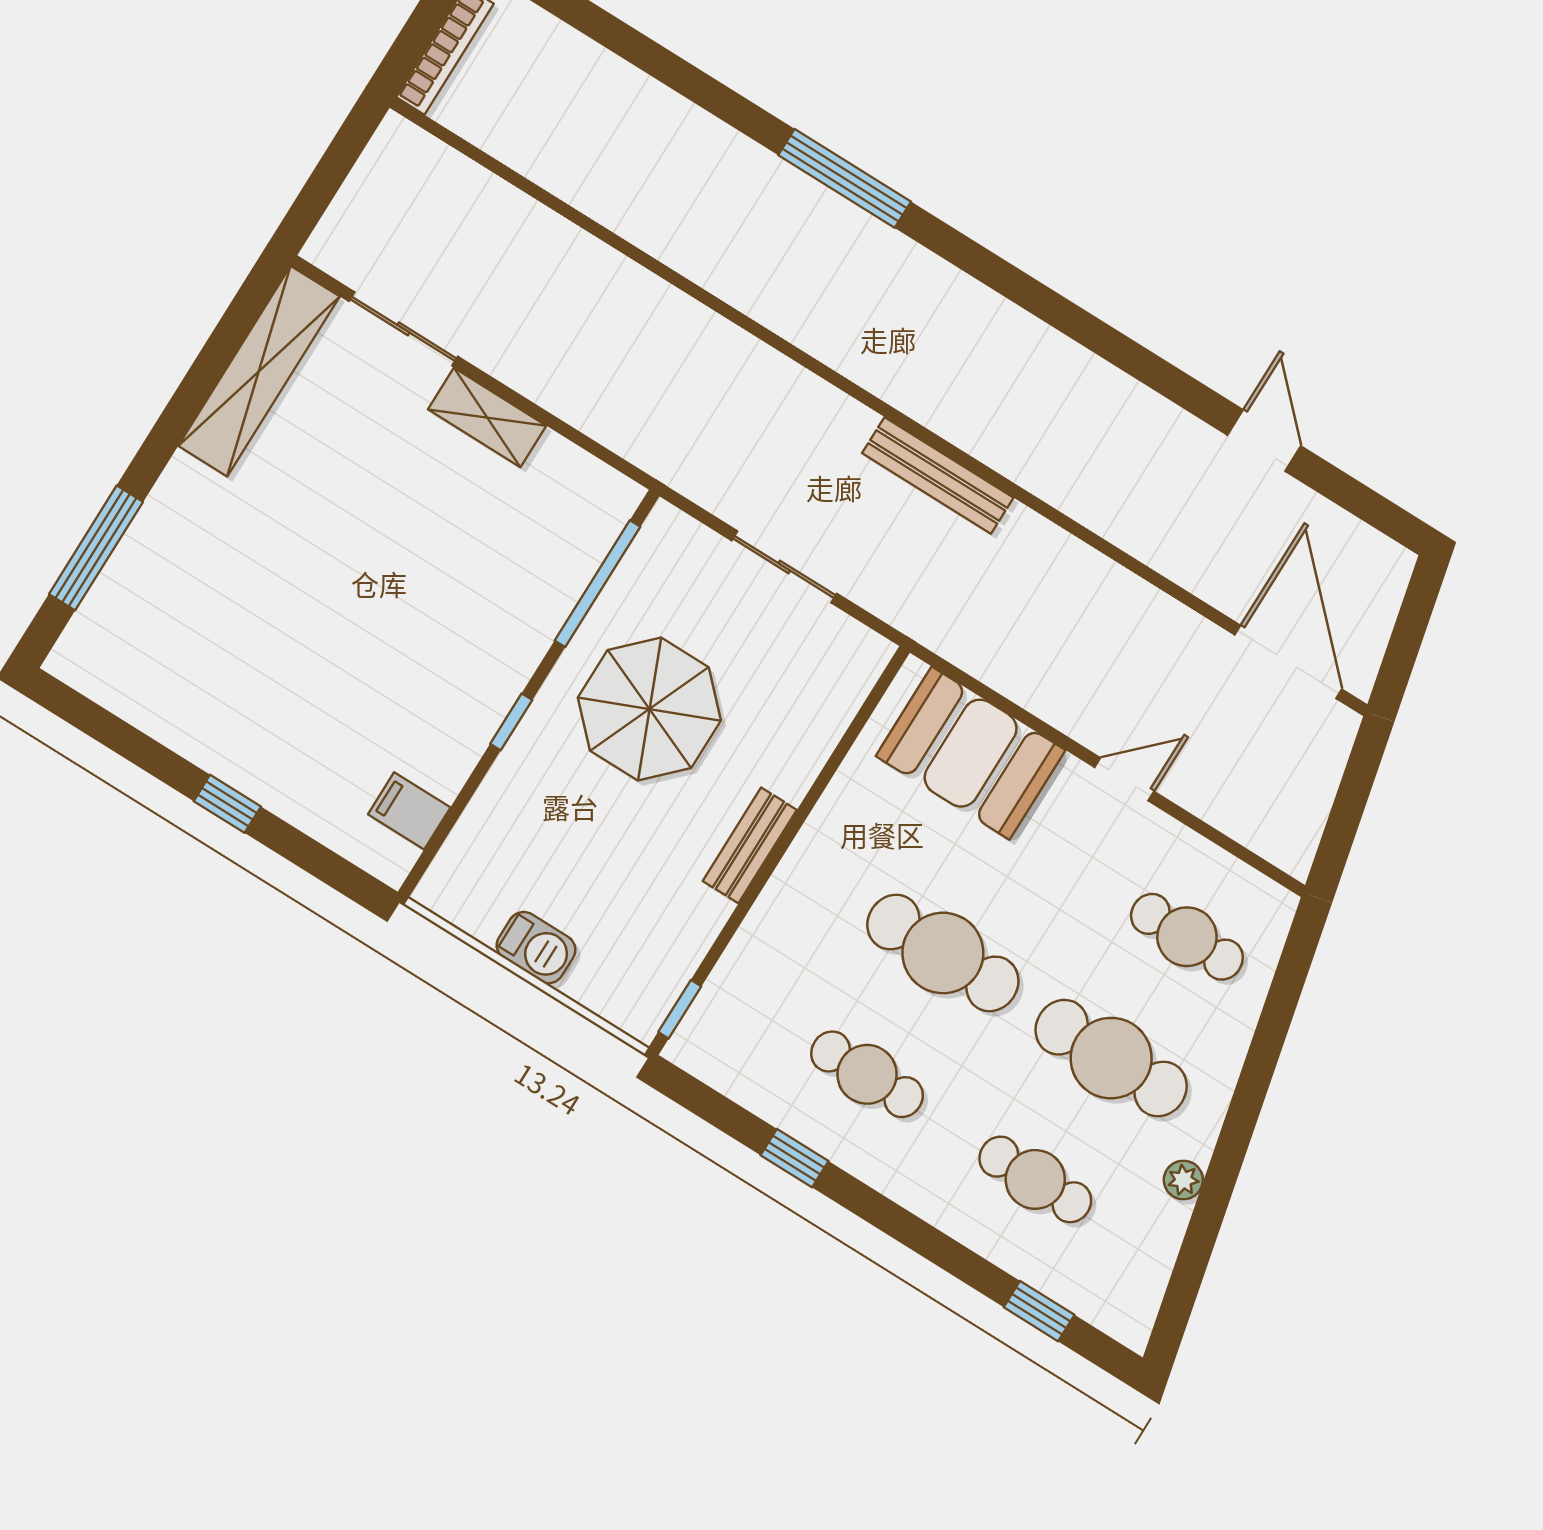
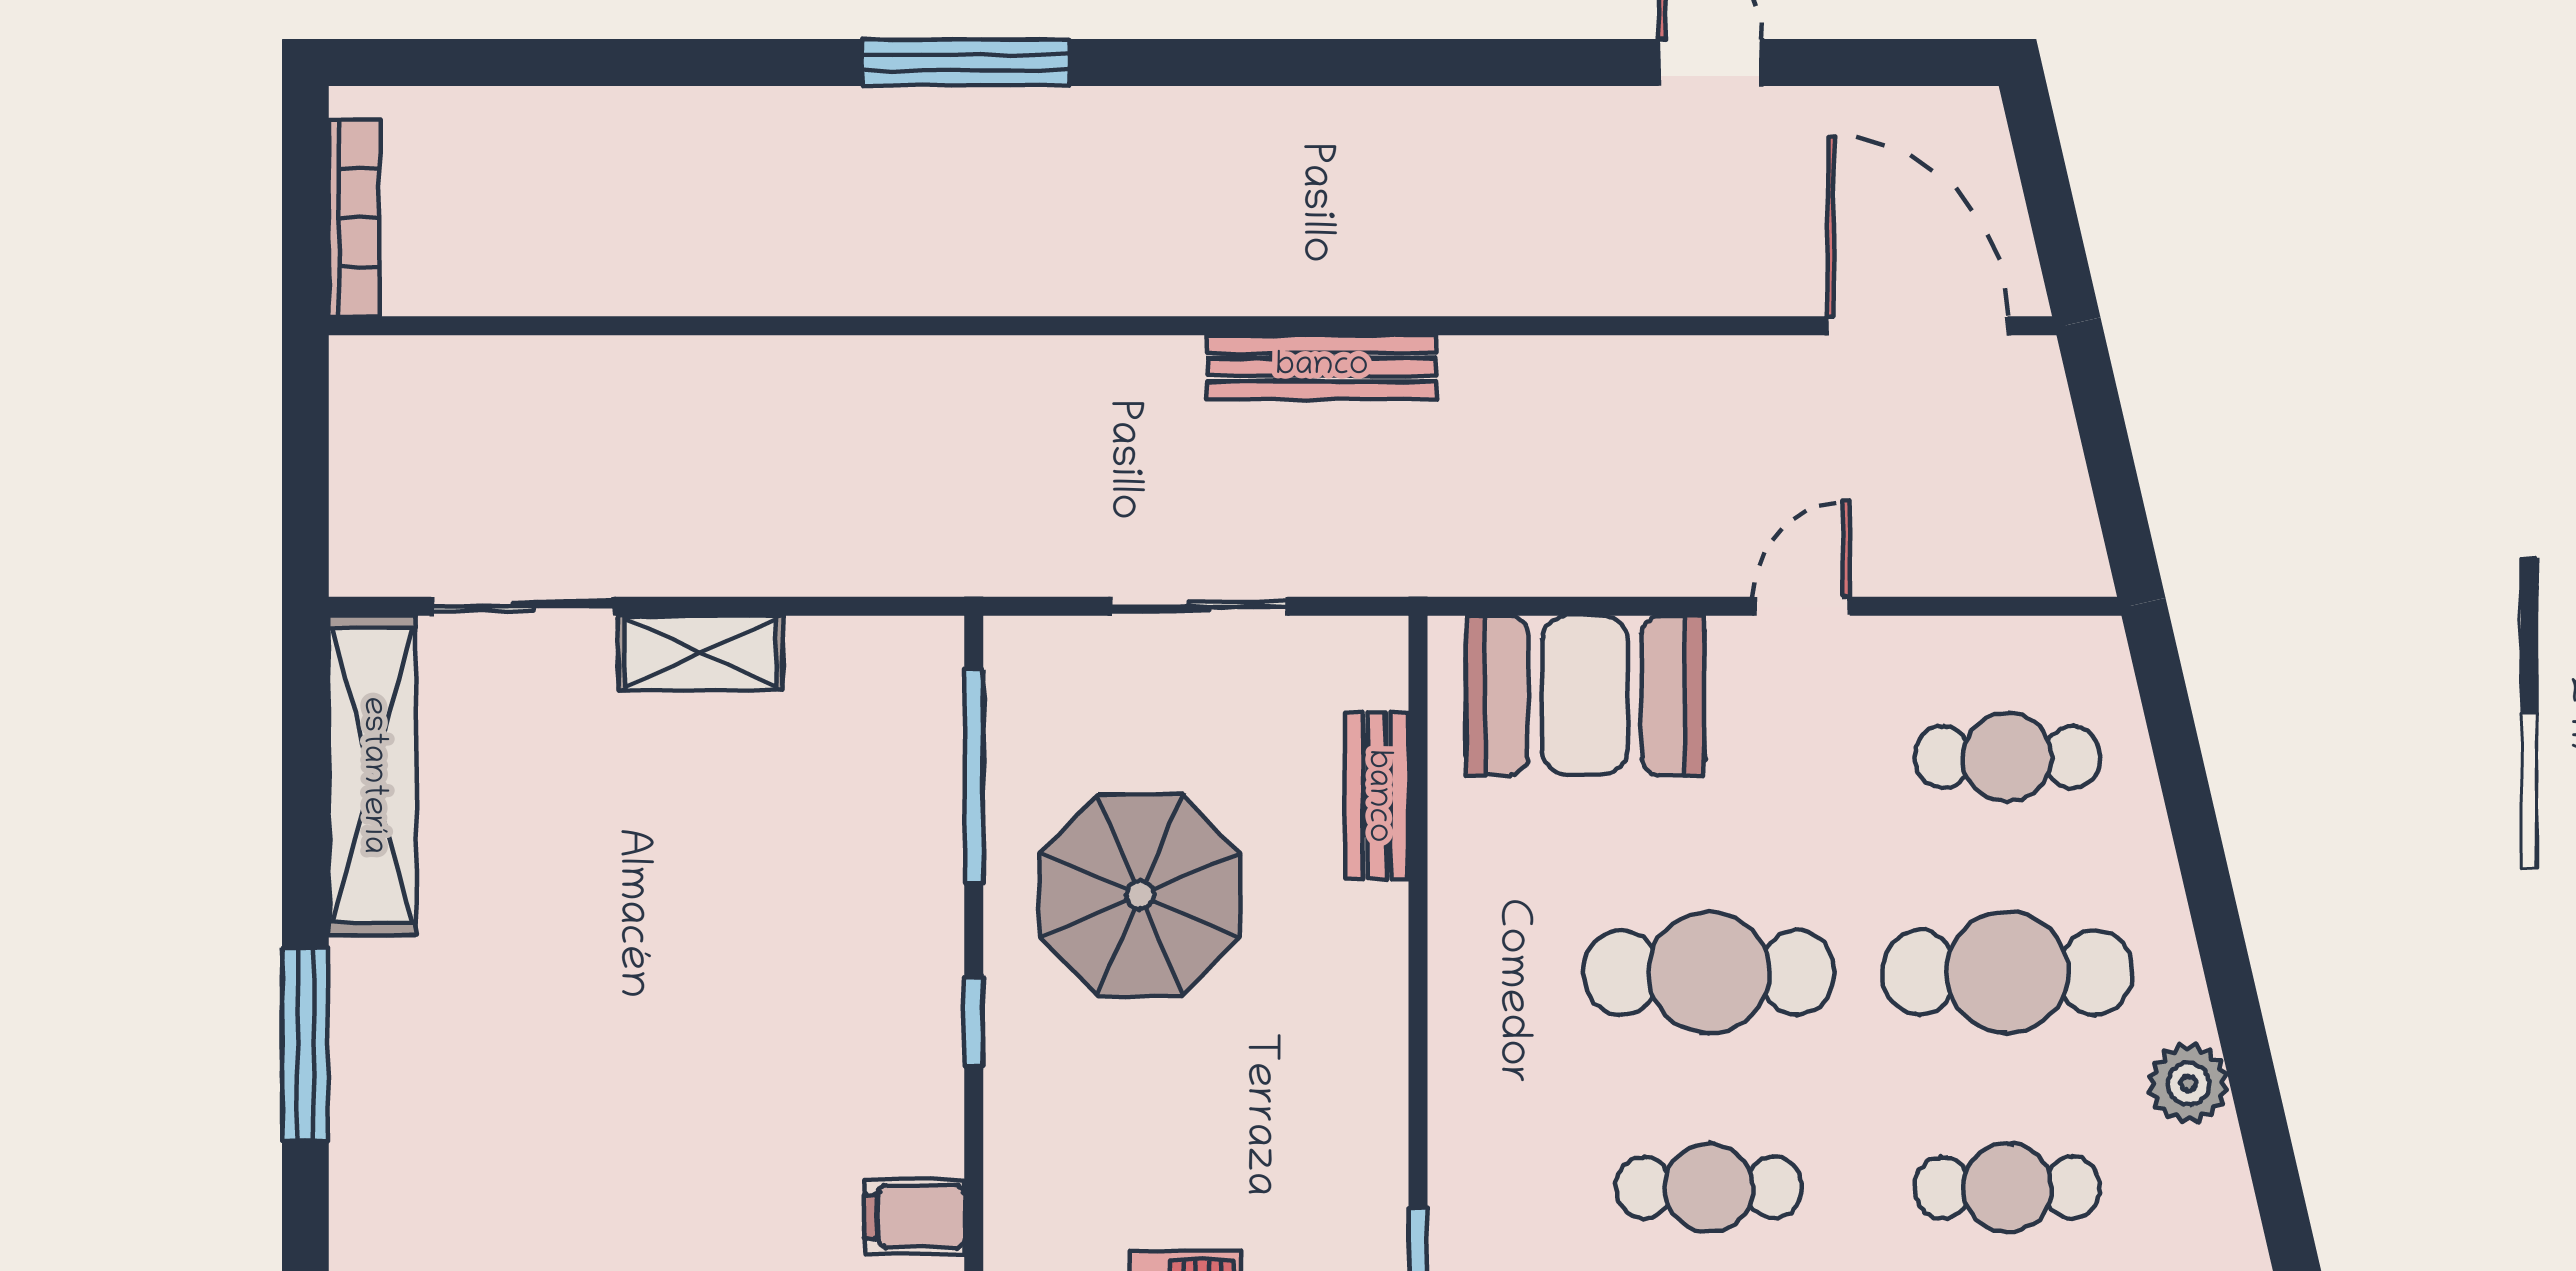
window: (96, 548) -> (305, 1044), moved
bench: (750, 845) -> (1377, 796), moved
plant: (1183, 1180) -> (2189, 1083), width x1.38, depth x1.38

